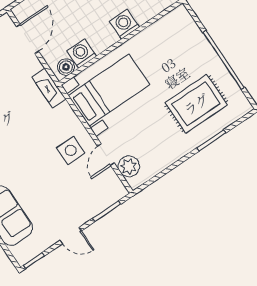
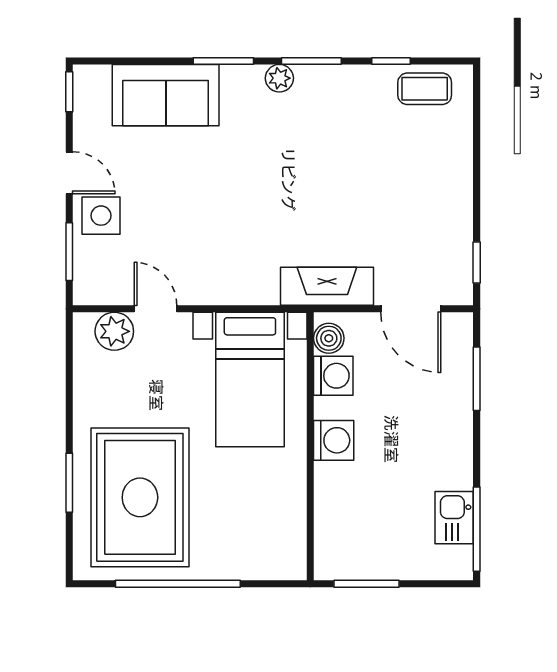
washing machine: (125, 24) -> (334, 440), moved
fireplace: (49, 88) -> (327, 286), width x1.37, depth x1.32
rug: (196, 104) -> (140, 497), width x1.37, depth x1.44
side table: (71, 150) -> (101, 216), moved
door: (71, 236) -> (69, 173), swing flipped

